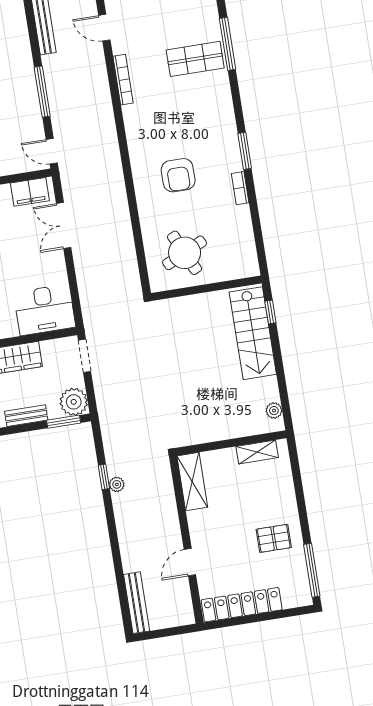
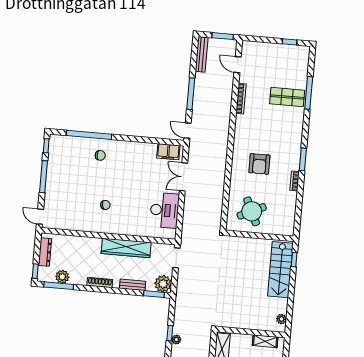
desk: (45, 310) -> (164, 210), moved, turned -90

